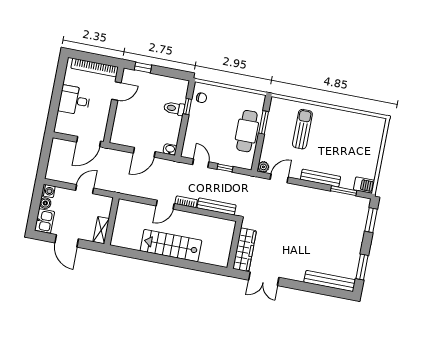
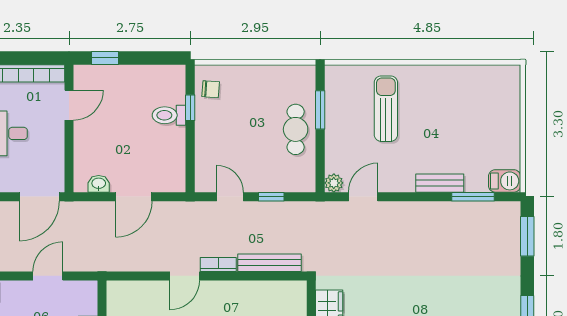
cafe table: (247, 131) -> (296, 129), width x0.73, depth x0.74
washbasin: (170, 149) -> (99, 184), moved
bench: (321, 178) -> (440, 183), width x0.73

